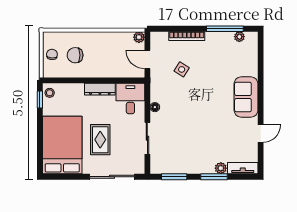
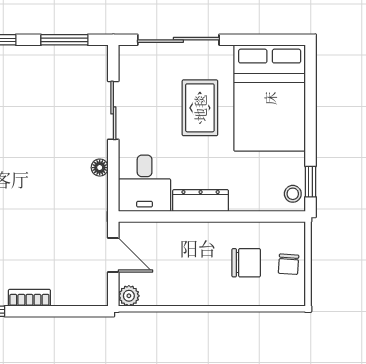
bookcase: (187, 36) -> (29, 298), width x0.64
side table: (182, 69) -> (51, 237), removed

